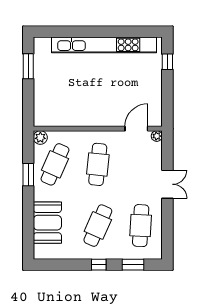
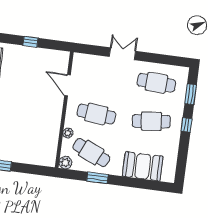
window: (167, 62) -> (30, 42), moved
door: (136, 129) -> (67, 85), moved
plant: (157, 136) -> (68, 133), moved
cafe table: (98, 226) -> (151, 121), turned -30

